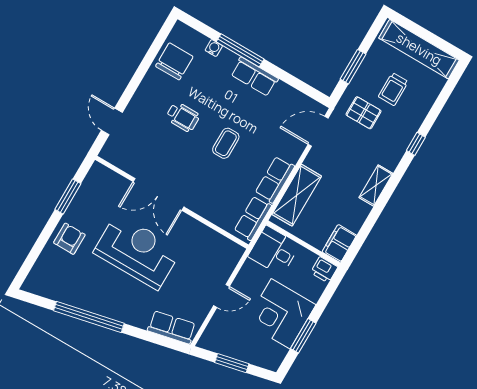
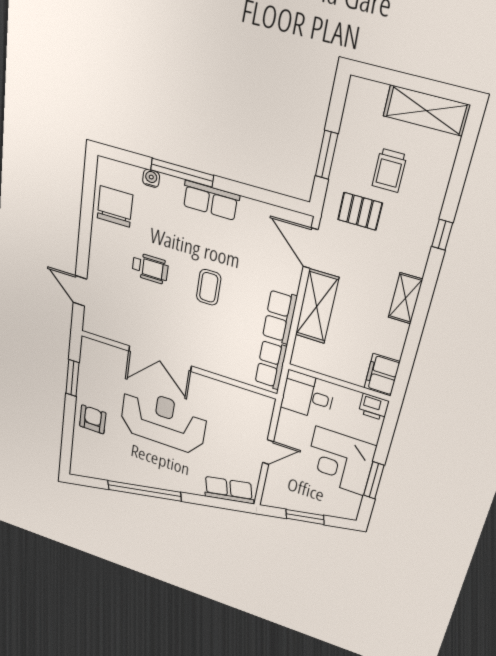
shelving: (419, 49) -> (426, 110), width x0.68
door: (318, 131) -> (311, 248), hinge flipped
shelving: (297, 195) -> (317, 306), moved

